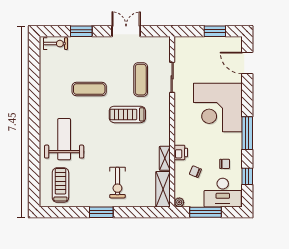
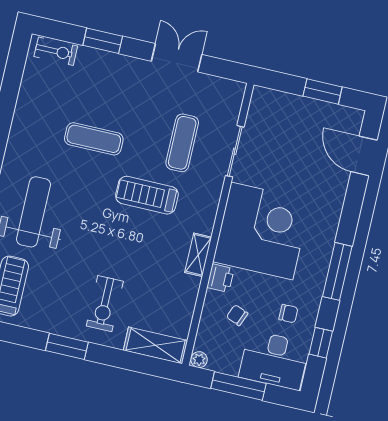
corner desk: (218, 108) -> (262, 231), moved, turned 180
shelving: (165, 158) -> (198, 255), moved
shelving: (163, 189) -> (156, 345), moved, turned 90

